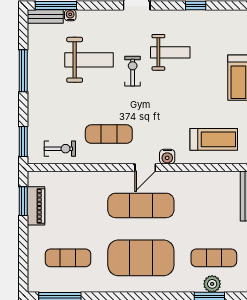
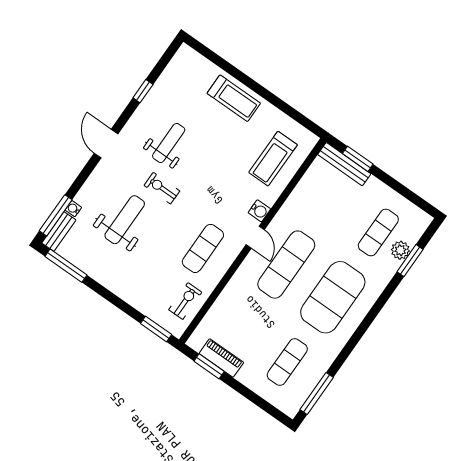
window: (23, 71) -> (66, 266), moved
treadmill: (214, 139) -> (273, 159), turned 180

